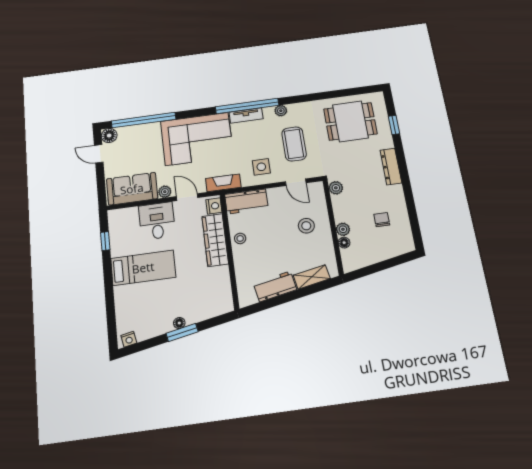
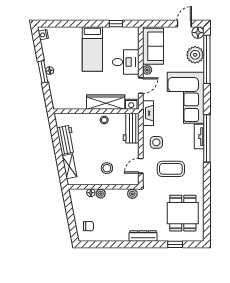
plant: (281, 111) -> (195, 55), moved, width x1.87, depth x1.87
chair: (382, 220) -> (88, 226), moved

